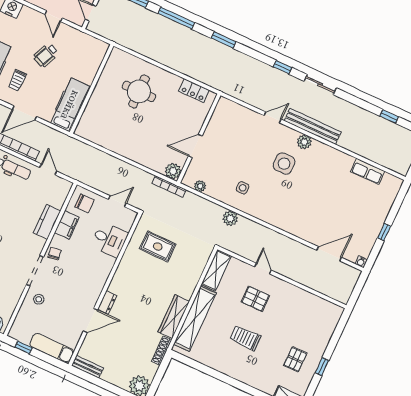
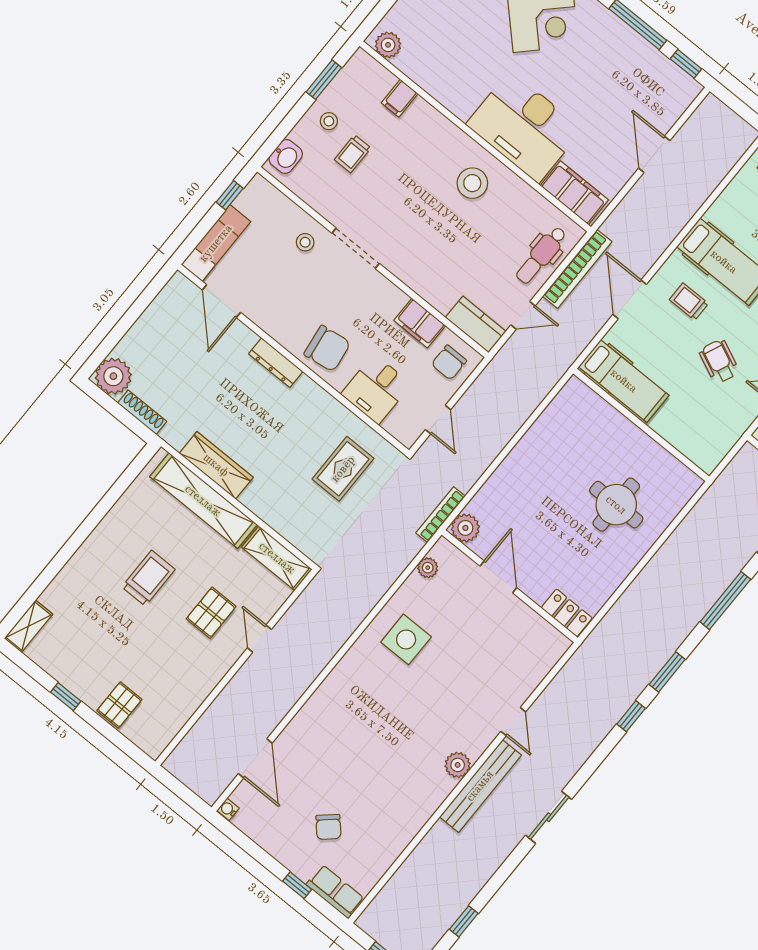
window: (283, 67) -> (631, 716), moved
locker: (194, 91) -> (567, 613), moved, turned 90
side table: (284, 164) -> (429, 721), removed
row of seats: (368, 171) -> (335, 892), moved, turned 90
side table: (243, 188) -> (406, 639), width x1.87, depth x1.87
chair: (356, 204) -> (328, 827), added
plant: (230, 218) -> (359, 605), removed
kitchen counter: (47, 222) -> (476, 324), moved
window: (384, 232) -> (297, 885), moved
chair: (55, 254) -> (327, 349), moved, width x1.87, depth x1.87
door: (263, 269) -> (259, 639), swing flipped
dresser: (107, 303) -> (276, 363), width x1.44
door: (90, 321) -> (221, 301), moved
shoe rack: (162, 351) -> (142, 412), moved
pallet: (295, 359) -> (119, 705), moved, turned 90
bench: (87, 367) -> (168, 296), removed

